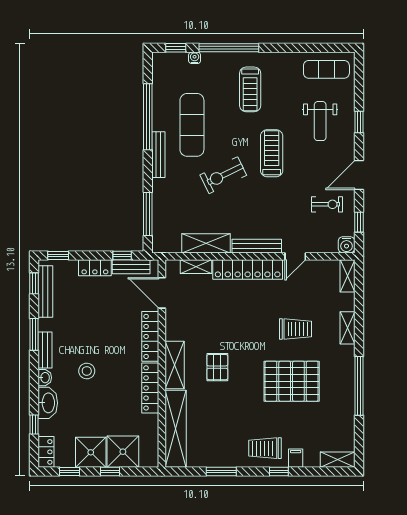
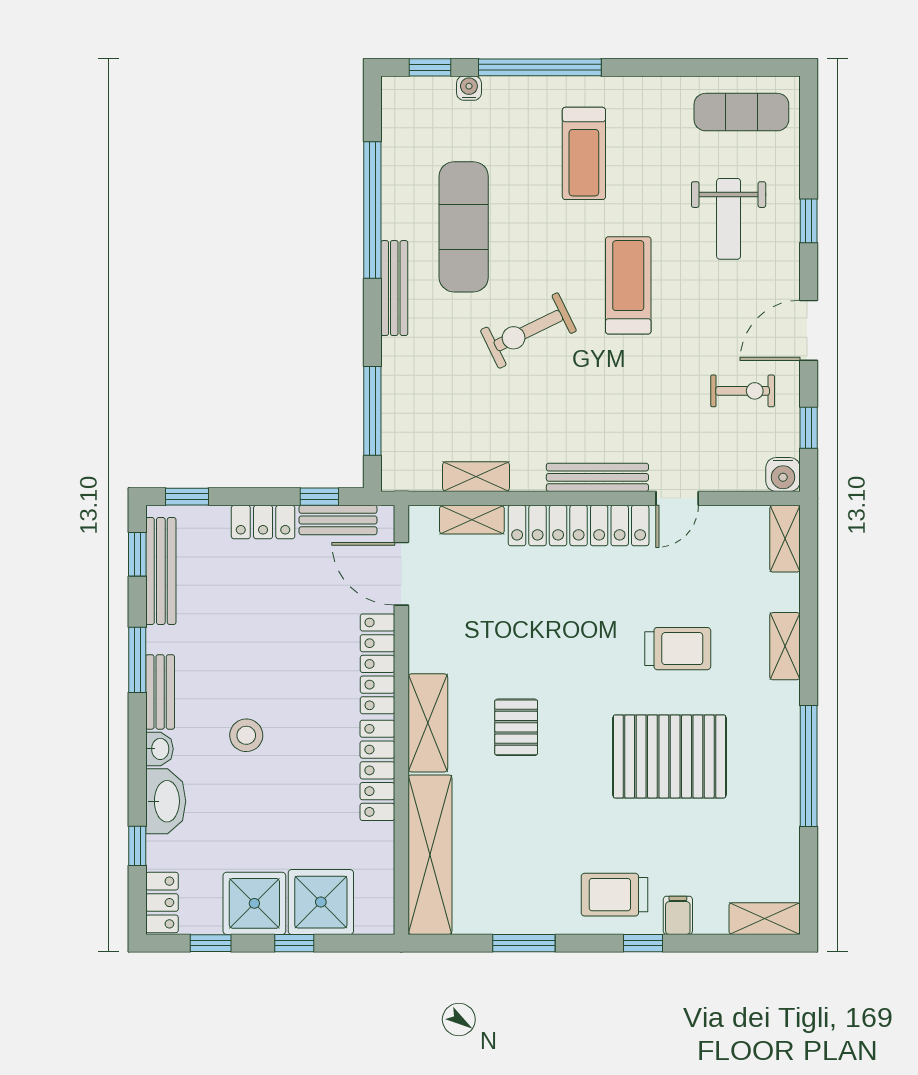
shelving: (206, 243) -> (476, 477), width x0.67, depth x0.75

